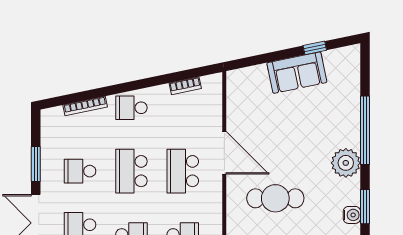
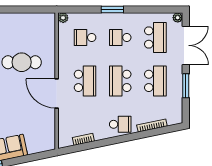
school desk: (80, 171) -> (155, 81), width x1.85
school desk: (131, 171) -> (120, 81), turned 180

